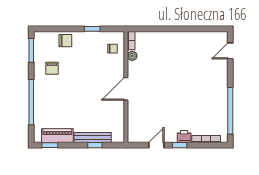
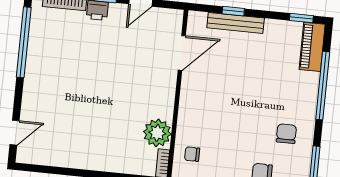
plant: (132, 56) -> (157, 133), width x1.87, depth x1.87
door: (126, 89) -> (182, 53), moved
piano: (57, 136) -> (312, 47), moved, turned 90

